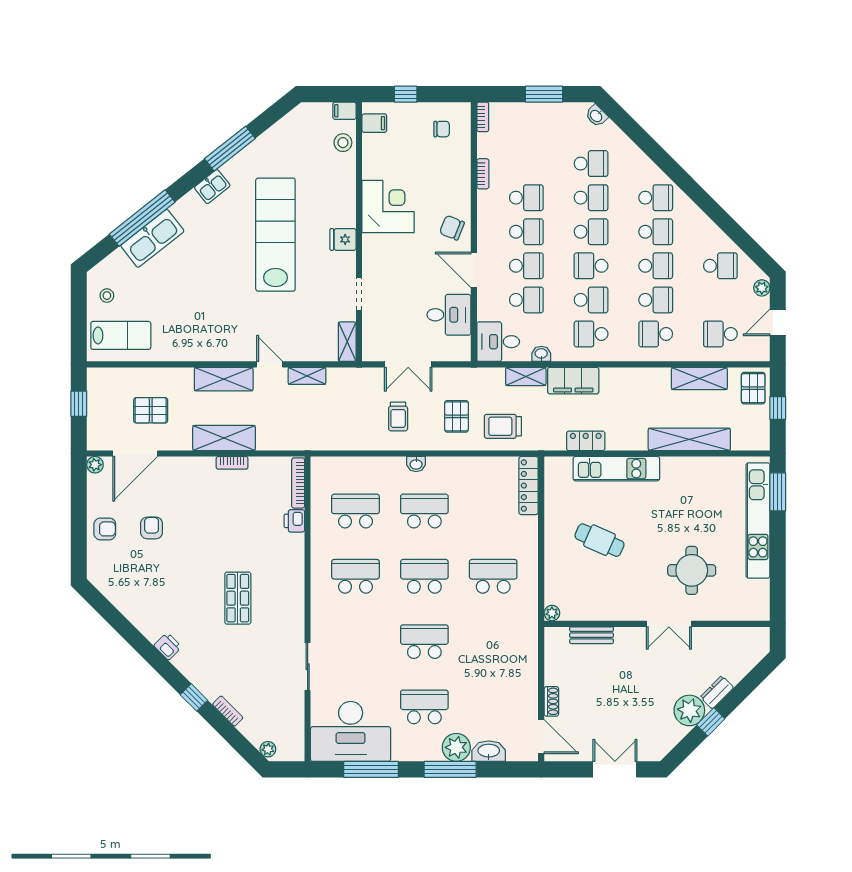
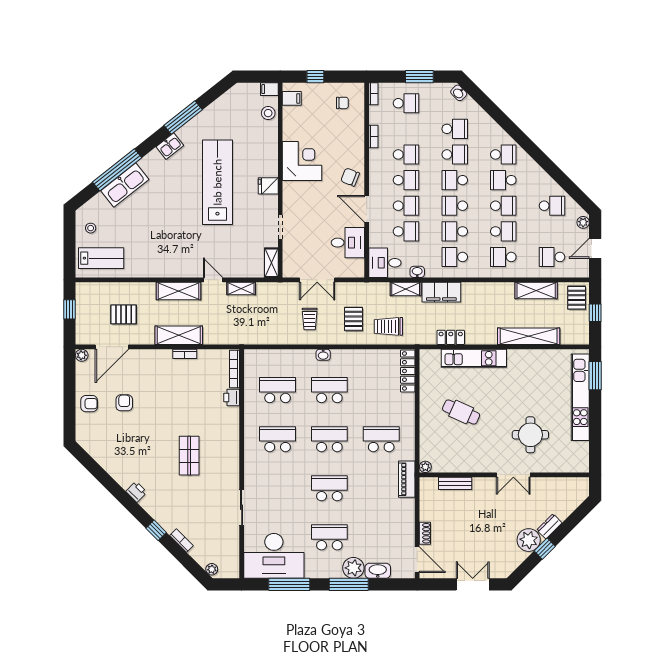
school desk: (526, 130) -> (406, 103), added
school desk: (591, 232) -> (455, 180), turned 180
school desk: (656, 232) -> (503, 180), turned 180
school desk: (591, 300) -> (455, 231), turned 180
piano: (527, 629) -> (407, 479), added

